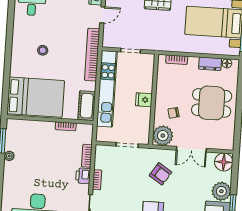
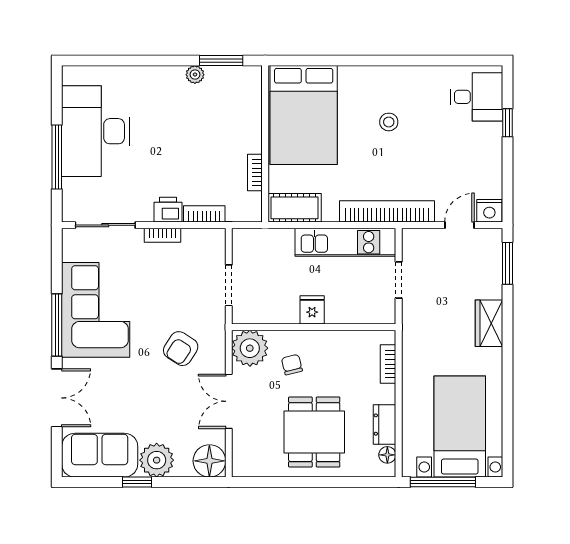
door: (102, 15) -> (459, 225), swing flipped
kitchen unit: (107, 89) -> (345, 242), width x0.73

